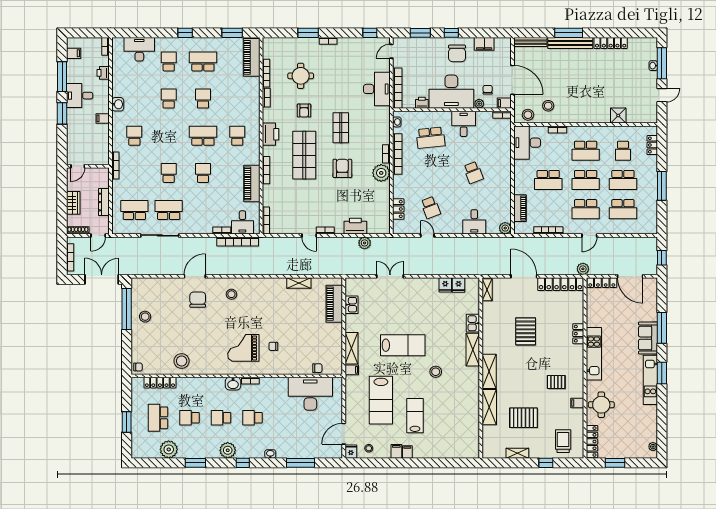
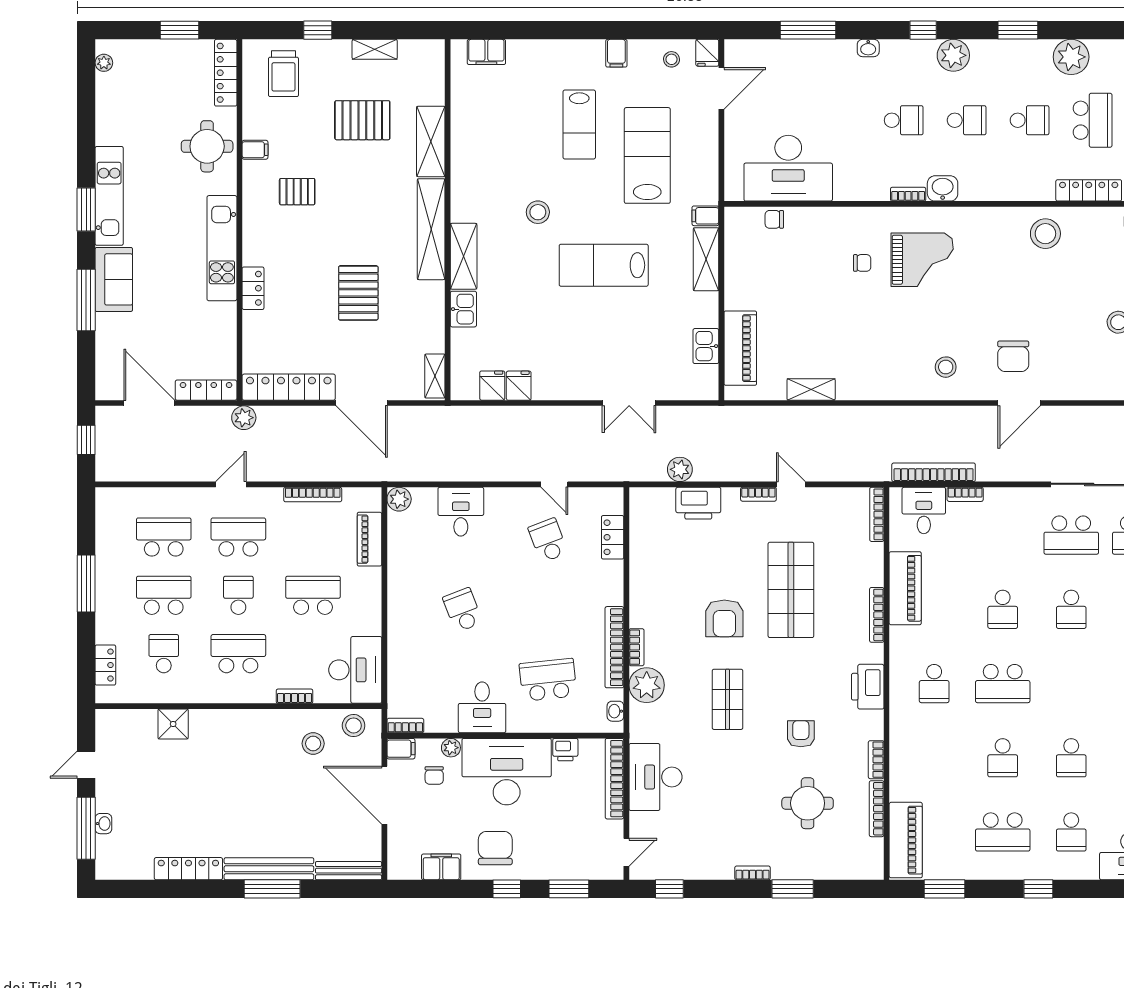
shop shelf: (304, 155) -> (791, 590), moved
plant: (381, 173) -> (647, 685), moved
school desk: (586, 180) -> (238, 595), width x0.54
shelving: (489, 371) -> (431, 229), width x1.47
filing cabinet: (407, 452) -> (486, 52), moved, width x2.00

